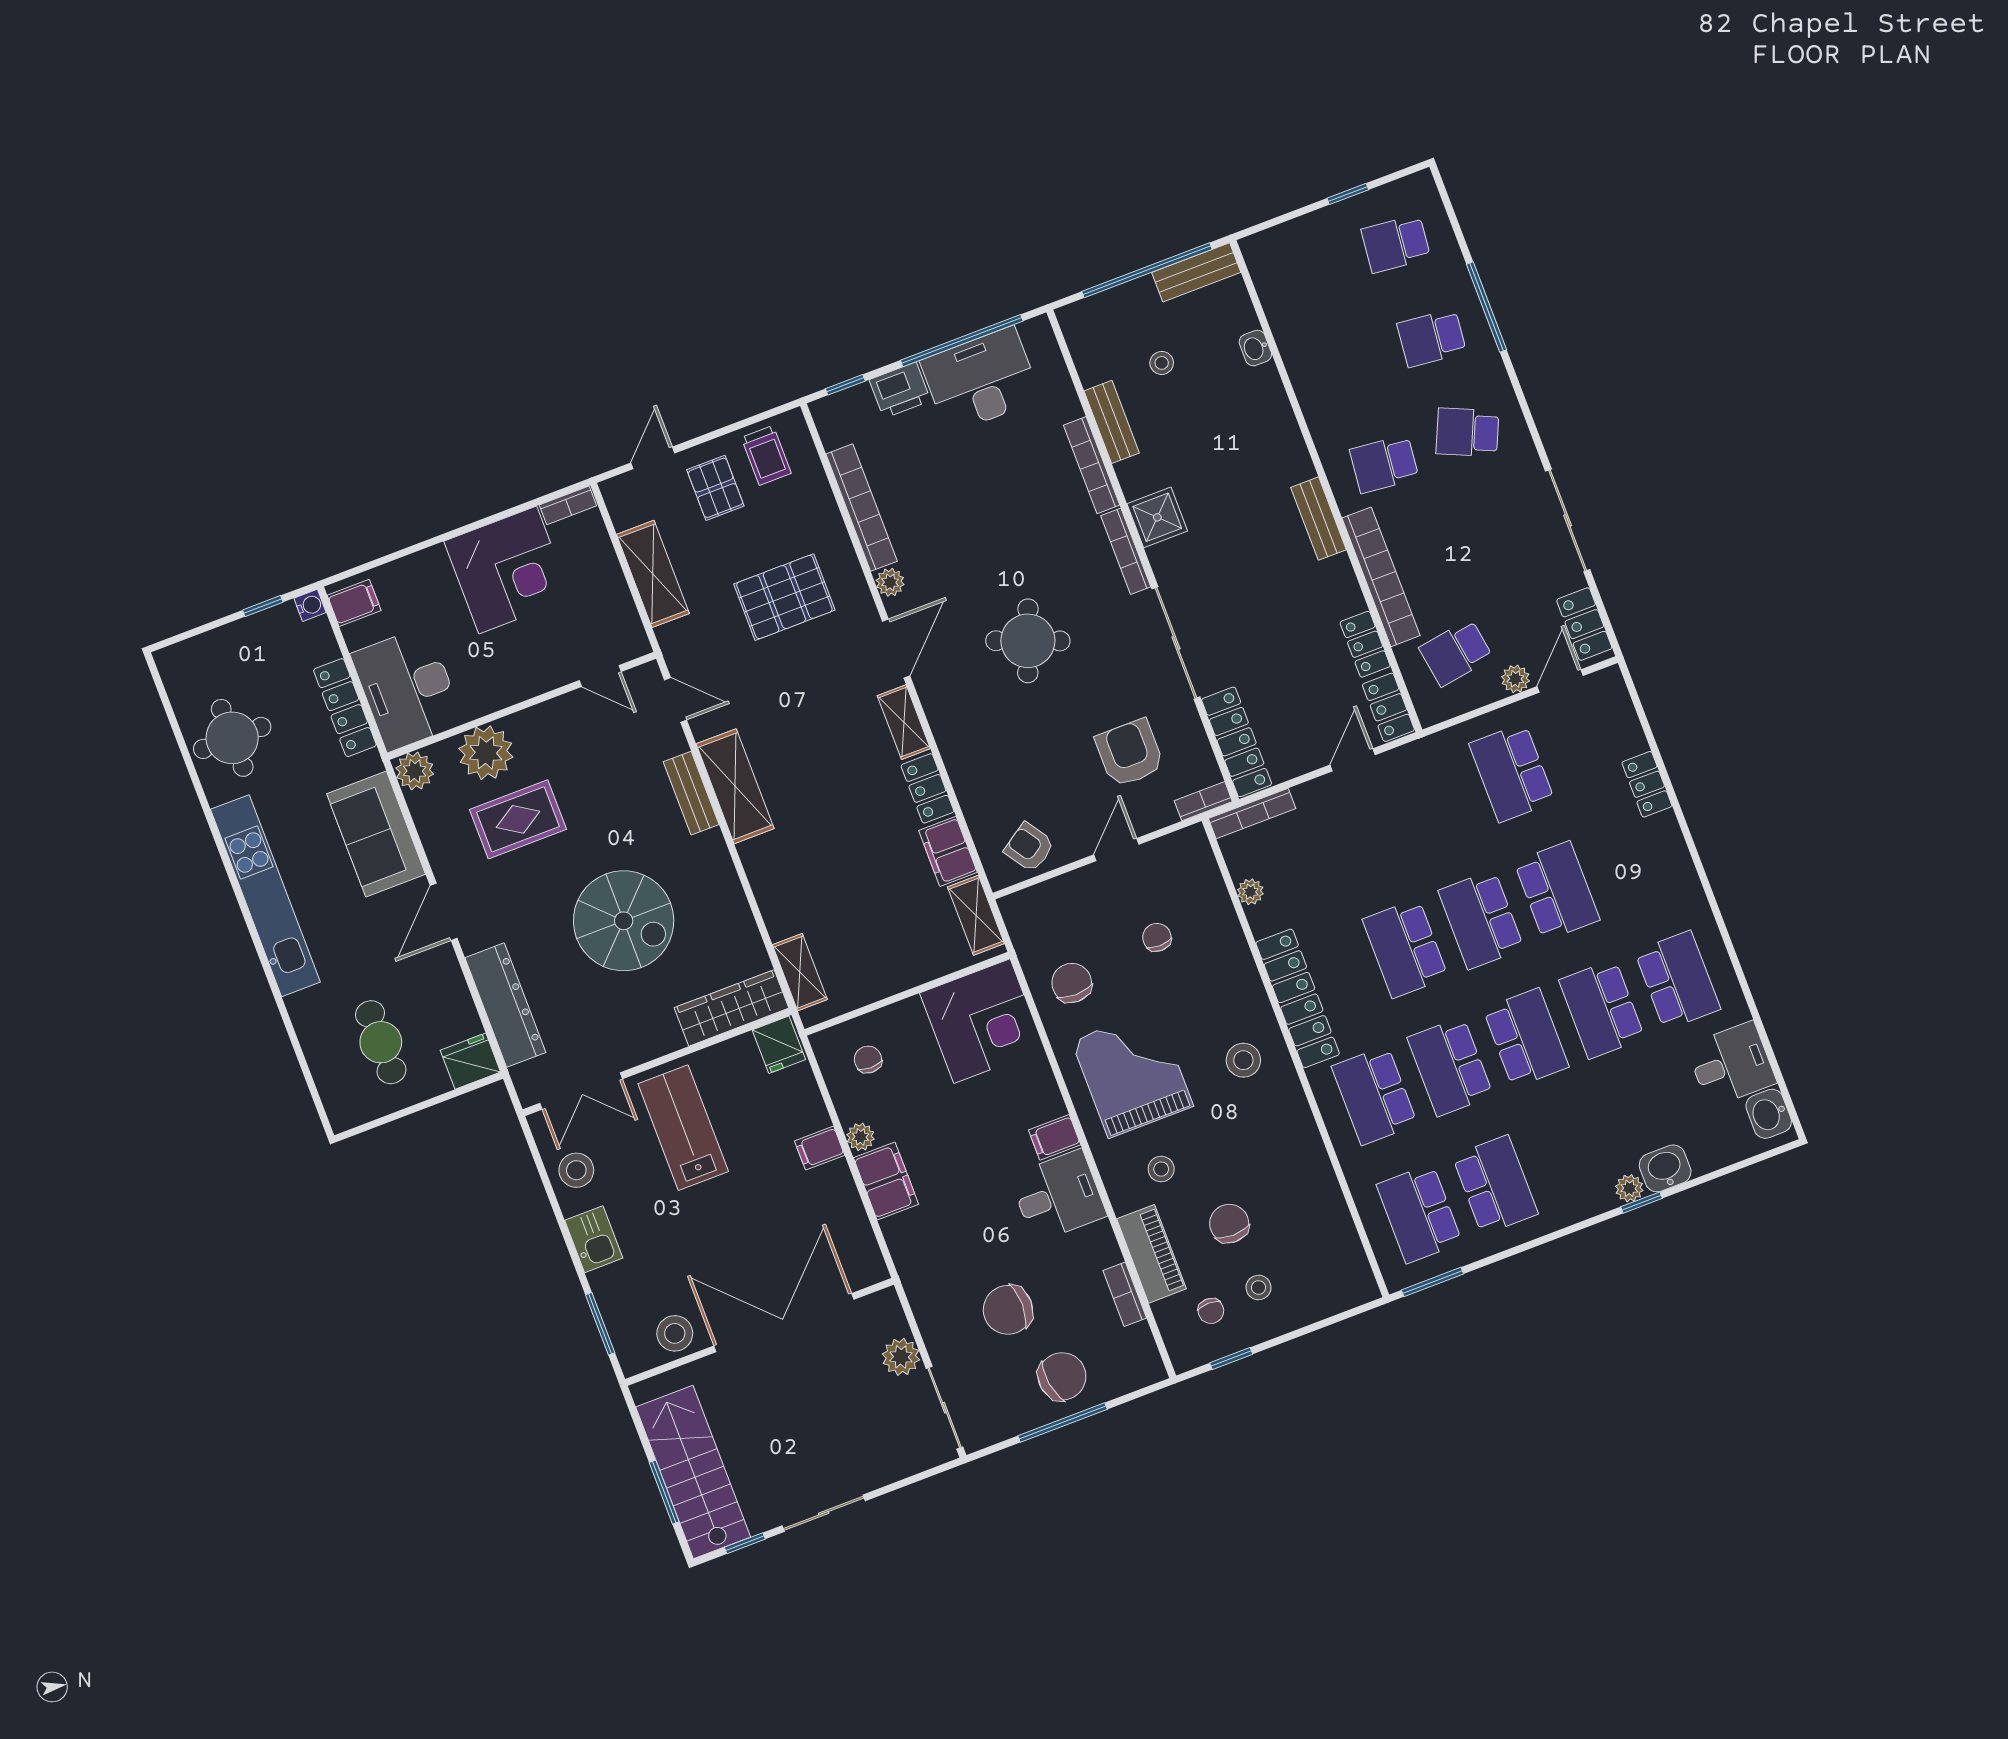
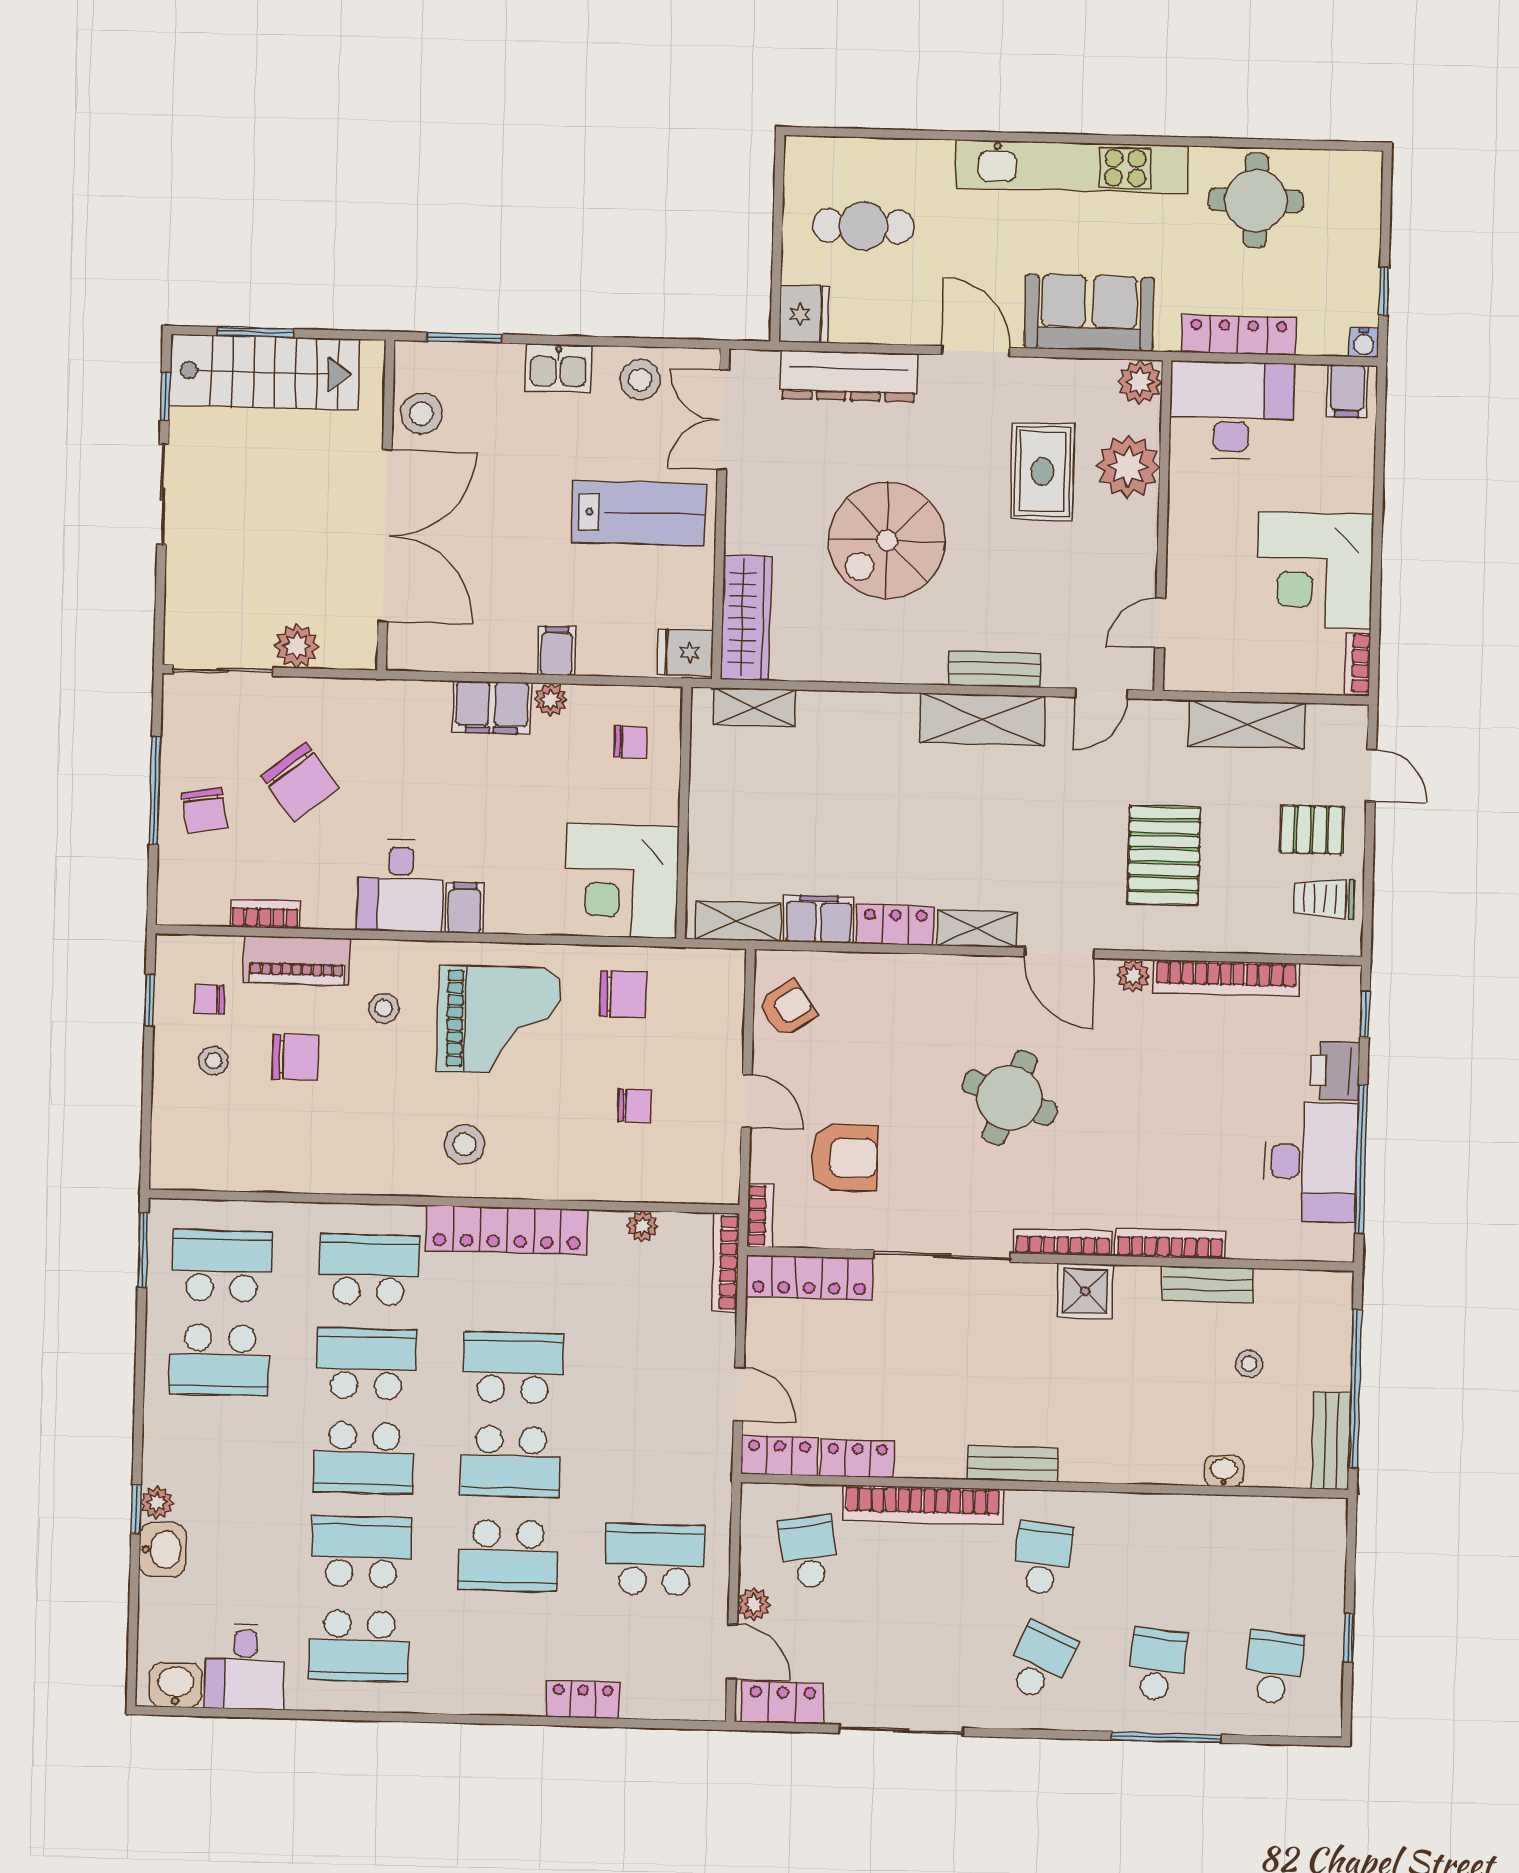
school desk: (1481, 920) -> (511, 1462), turned 180
chair: (1008, 1310) -> (300, 782), turned 142
chair: (1062, 1376) -> (205, 810), width x0.73, depth x0.73

